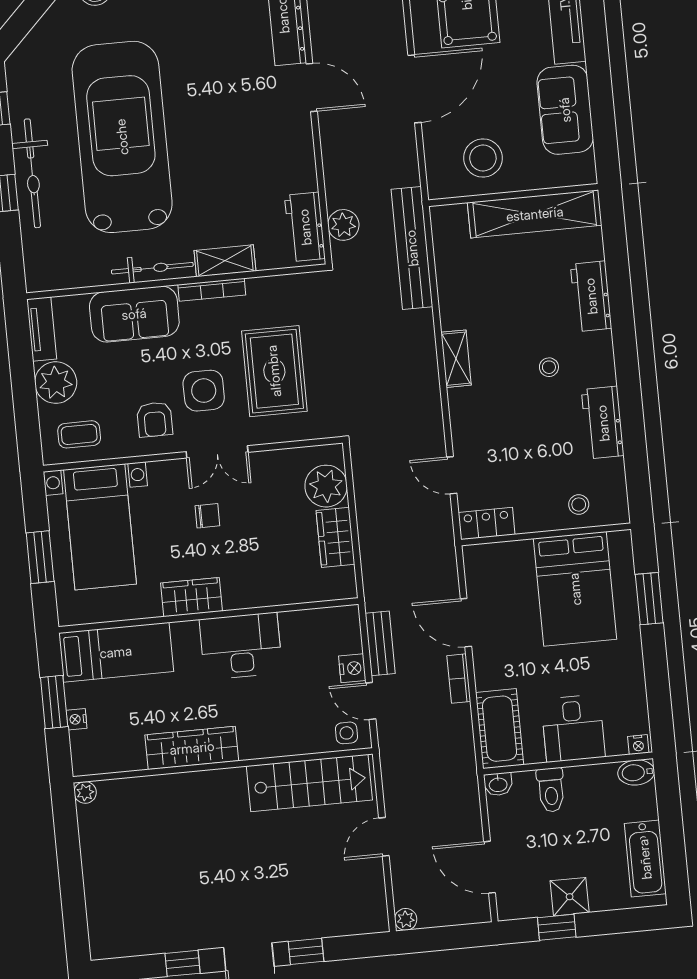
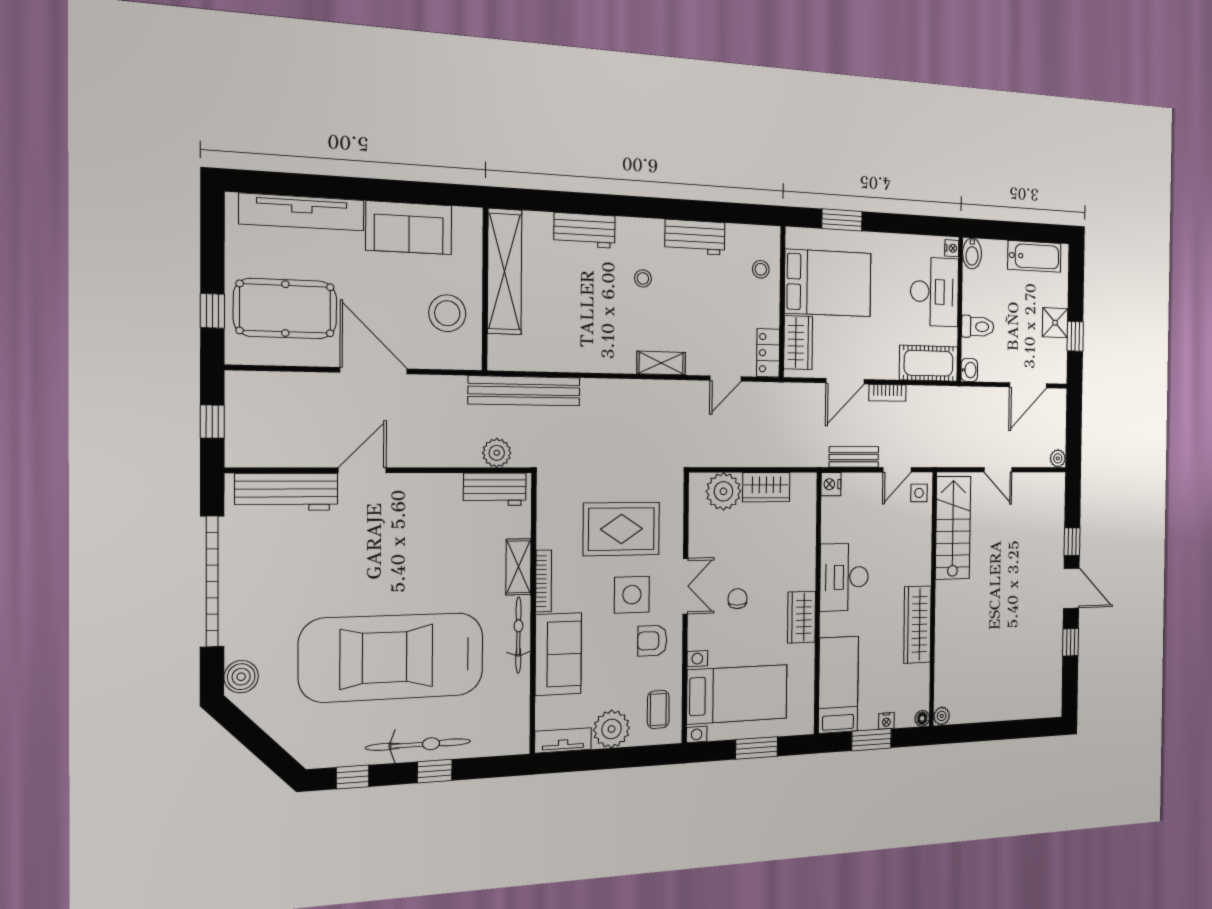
shelving: (456, 359) -> (661, 363), moved
armchair: (155, 419) -> (652, 641), turned 180
wardrobe: (503, 559) -> (798, 343), added
nightstand: (352, 668) -> (831, 484), moved, turned -90
desk: (573, 728) -> (934, 292), width x1.37
floor lamp: (81, 766) -> (922, 718), added

